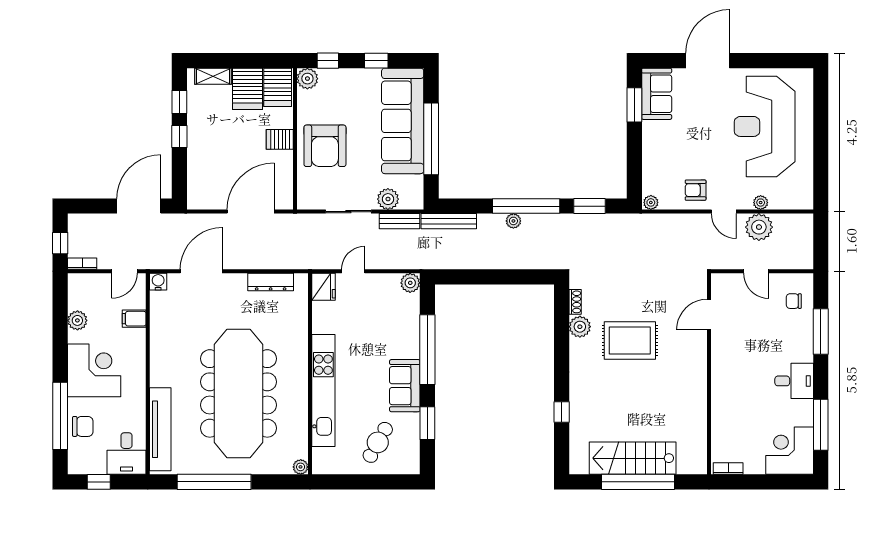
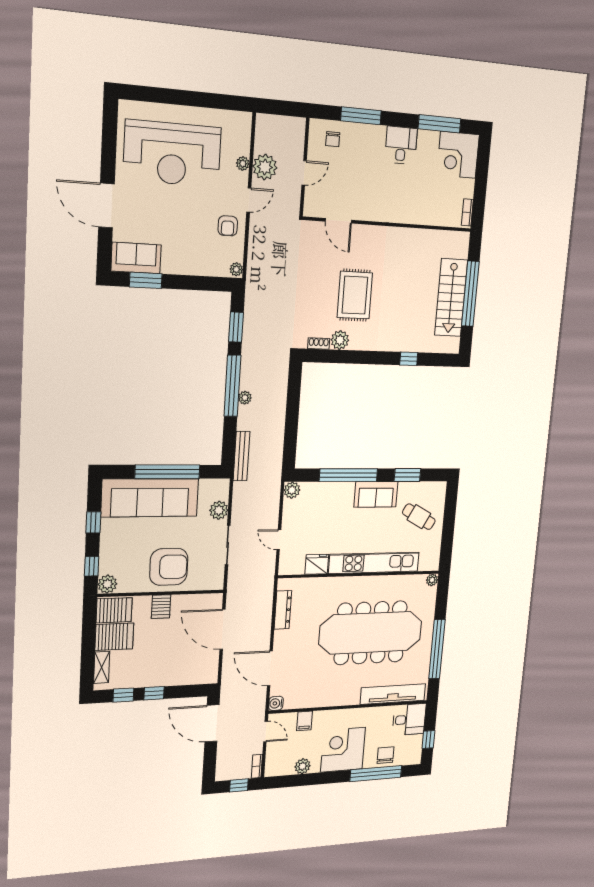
bench: (400, 221) -> (239, 500), removed
fridge: (323, 287) -> (317, 564), moved

